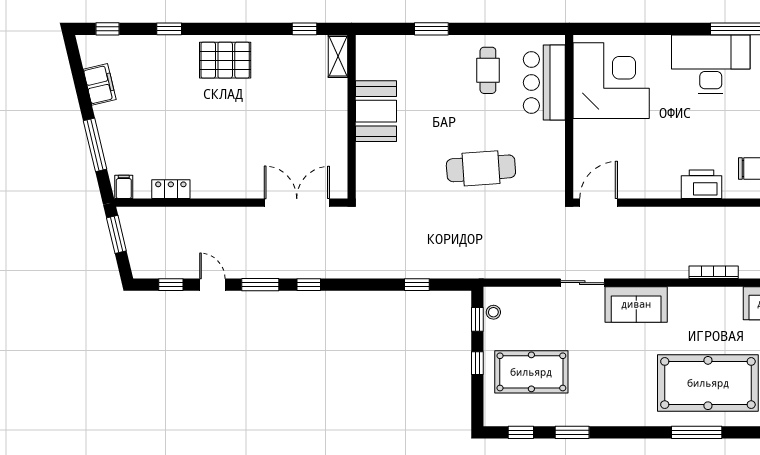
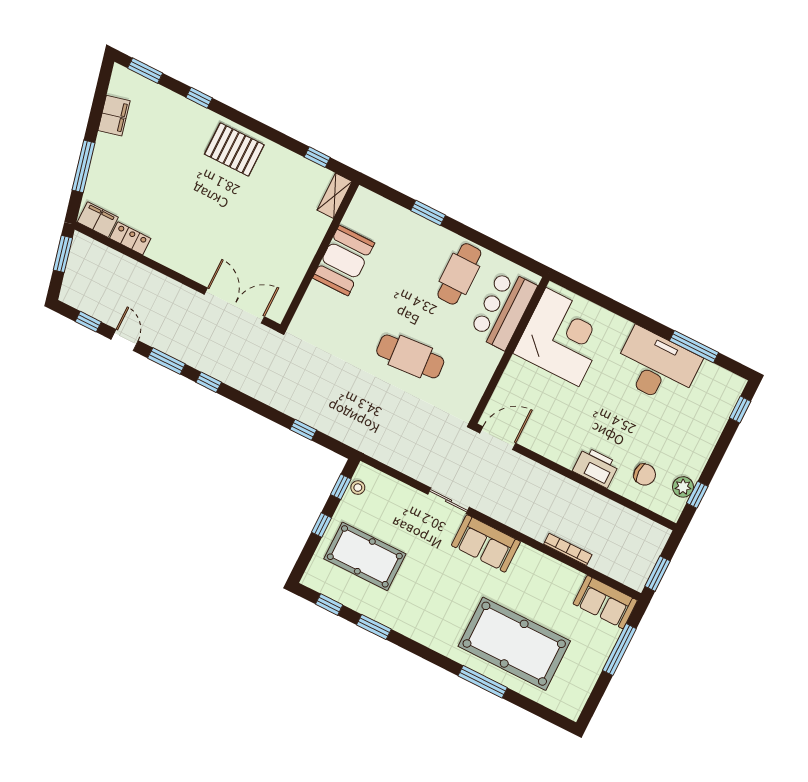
window: (107, 29) -> (145, 71), width x1.50
cafe table: (488, 70) -> (459, 274), width x1.37, depth x1.35
filing cabinet: (124, 187) -> (98, 220), width x2.00

